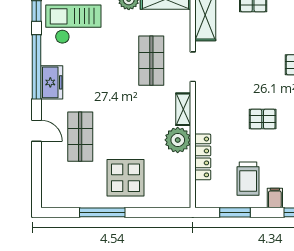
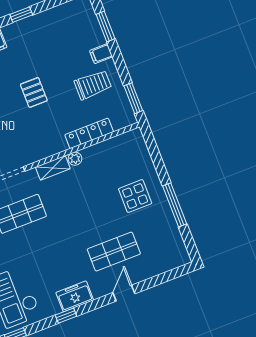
window: (36, 67) -> (66, 316), width x0.32
plant: (178, 140) -> (75, 159), width x0.53, depth x0.53
display table: (125, 178) -> (135, 196), width x0.73, depth x0.73
window: (235, 212) -> (133, 98), moved

